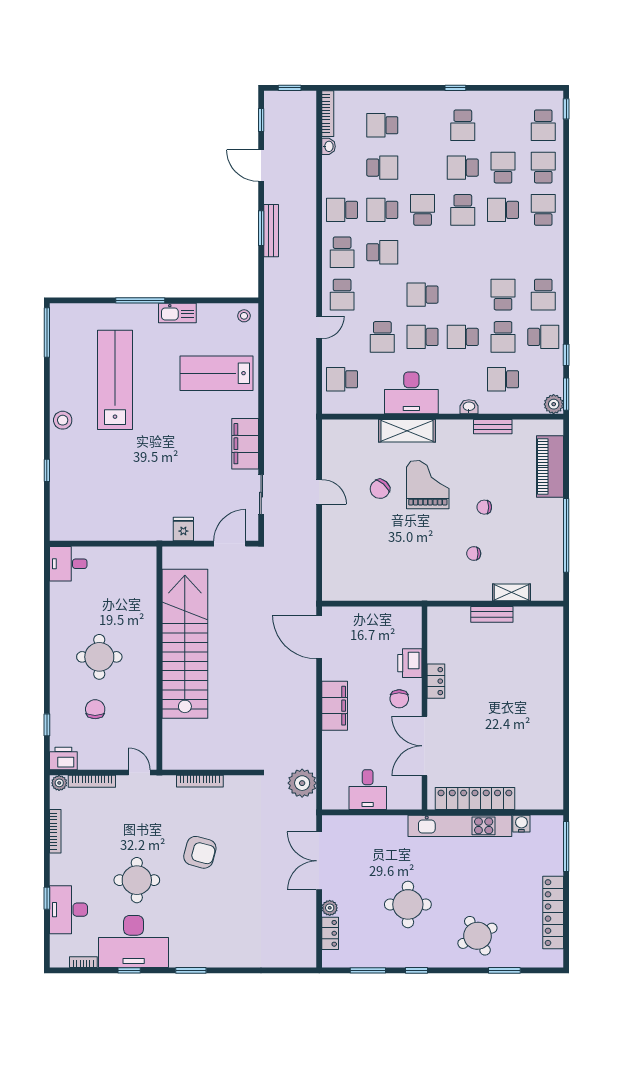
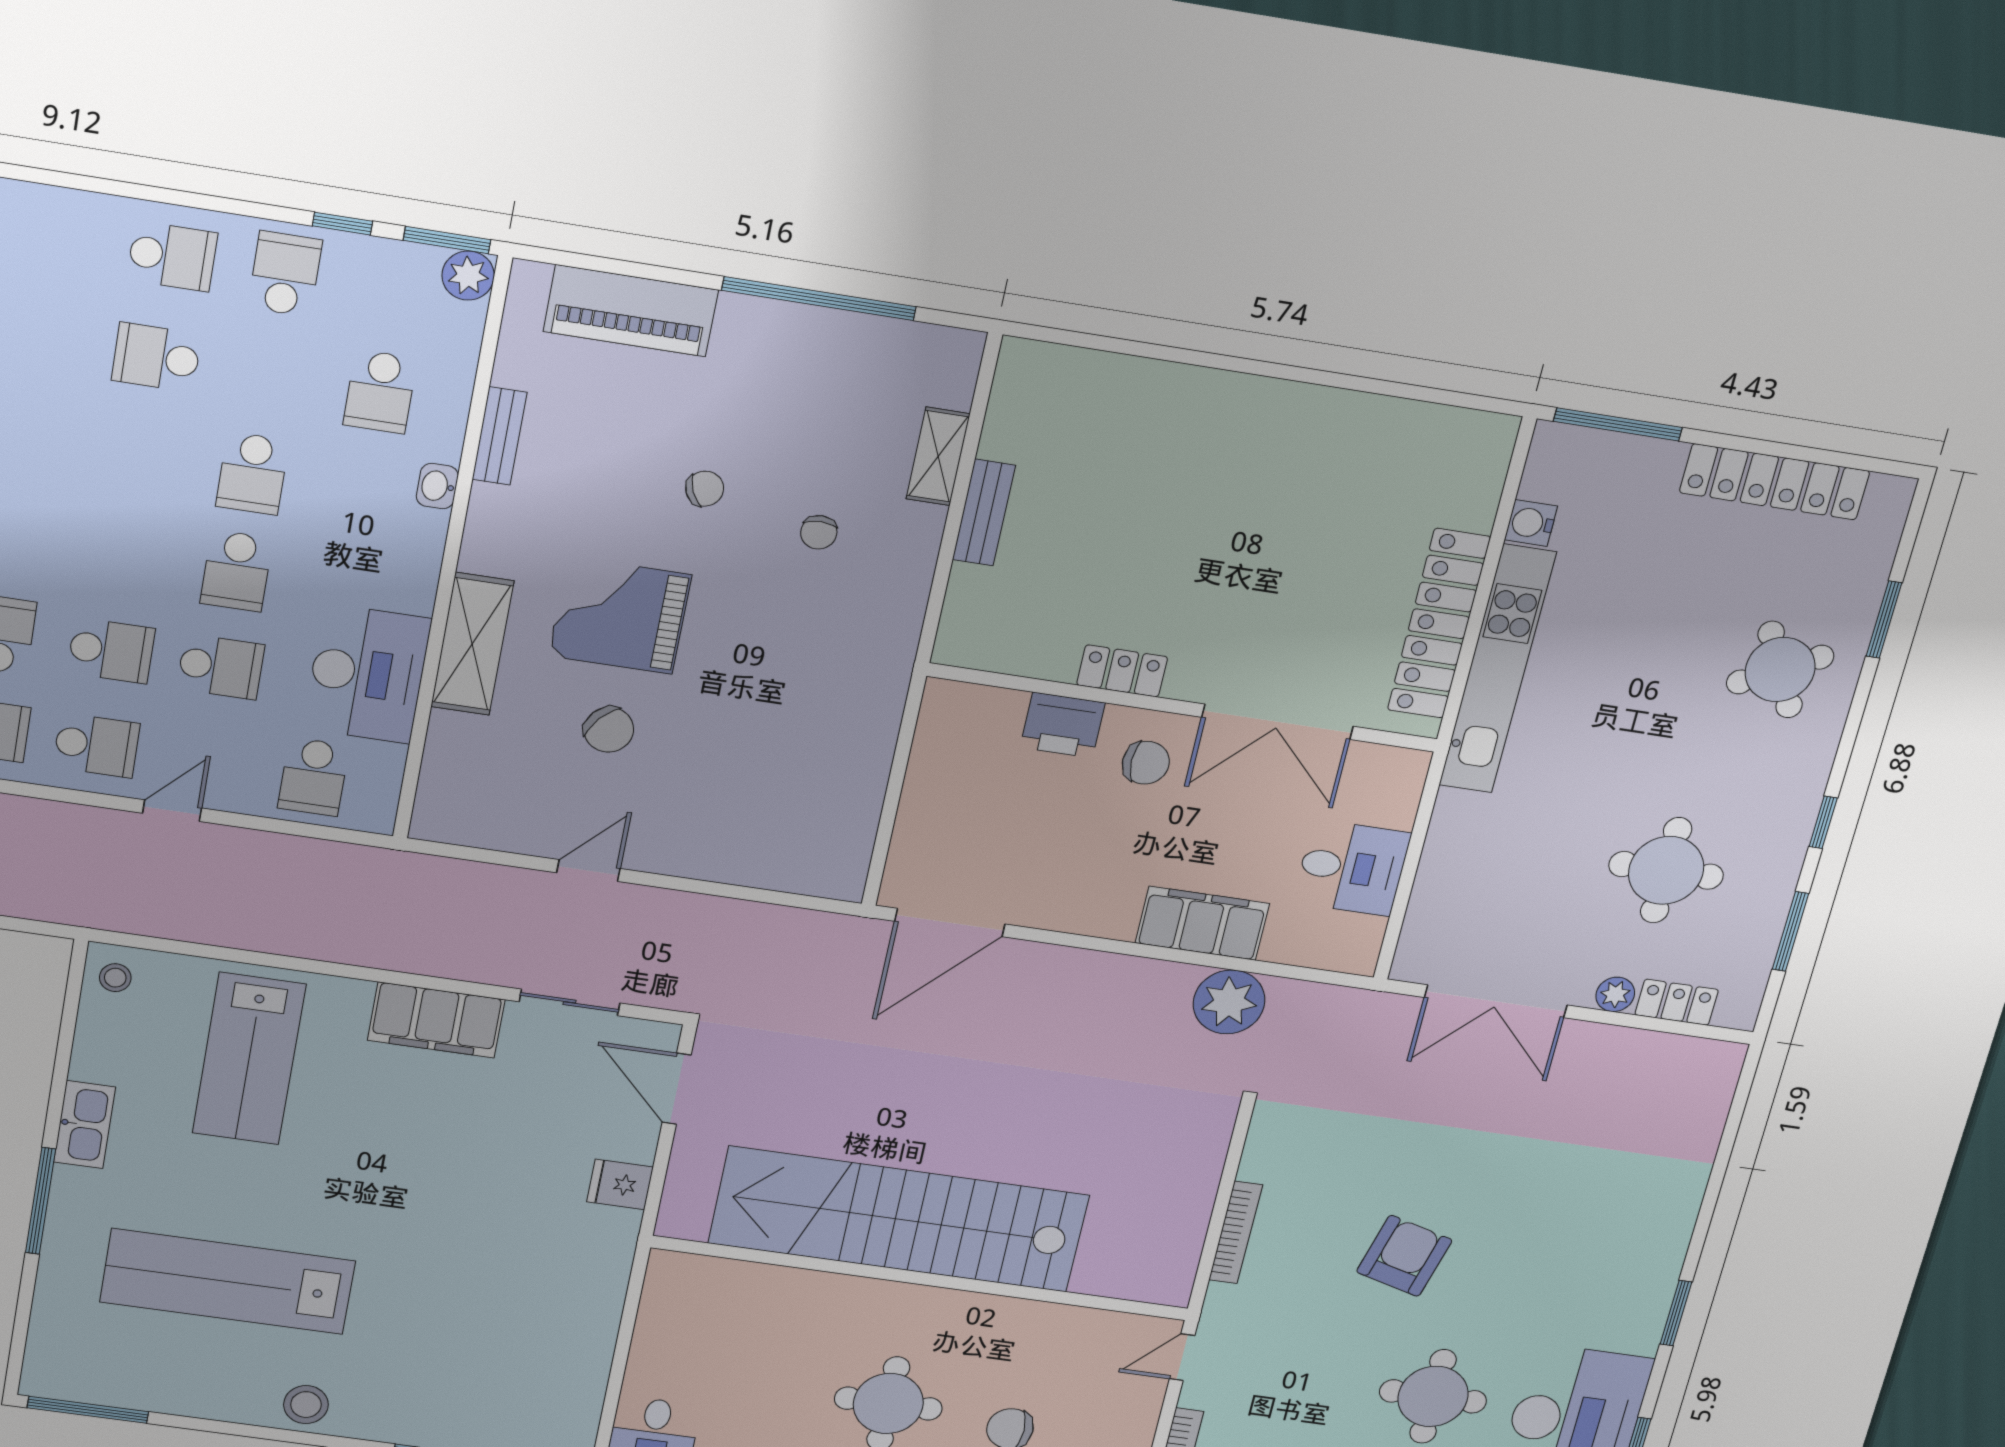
school desk: (423, 295) -> (111, 651), moved, turned -90
door: (319, 327) -> (172, 811), hinge flipped
school desk: (503, 337) -> (269, 374), removed
desk: (411, 393) -> (367, 674), moved
chair: (484, 507) -> (705, 489), turned -114
filing cabinet: (335, 706) -> (1202, 923), moved
plant: (302, 783) -> (1229, 1002), moved
round table: (408, 904) -> (1666, 870), moved

